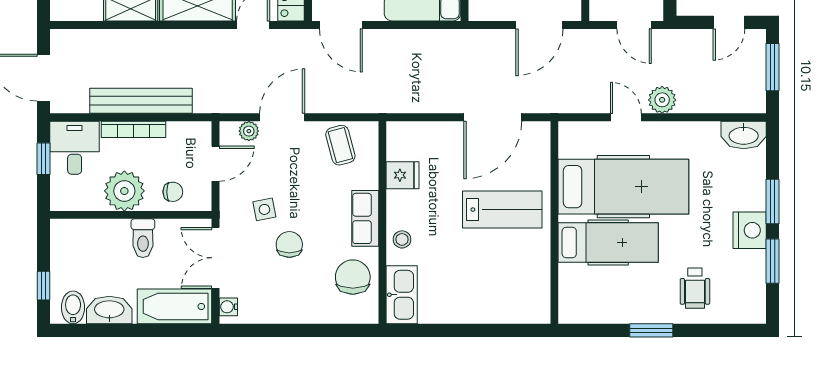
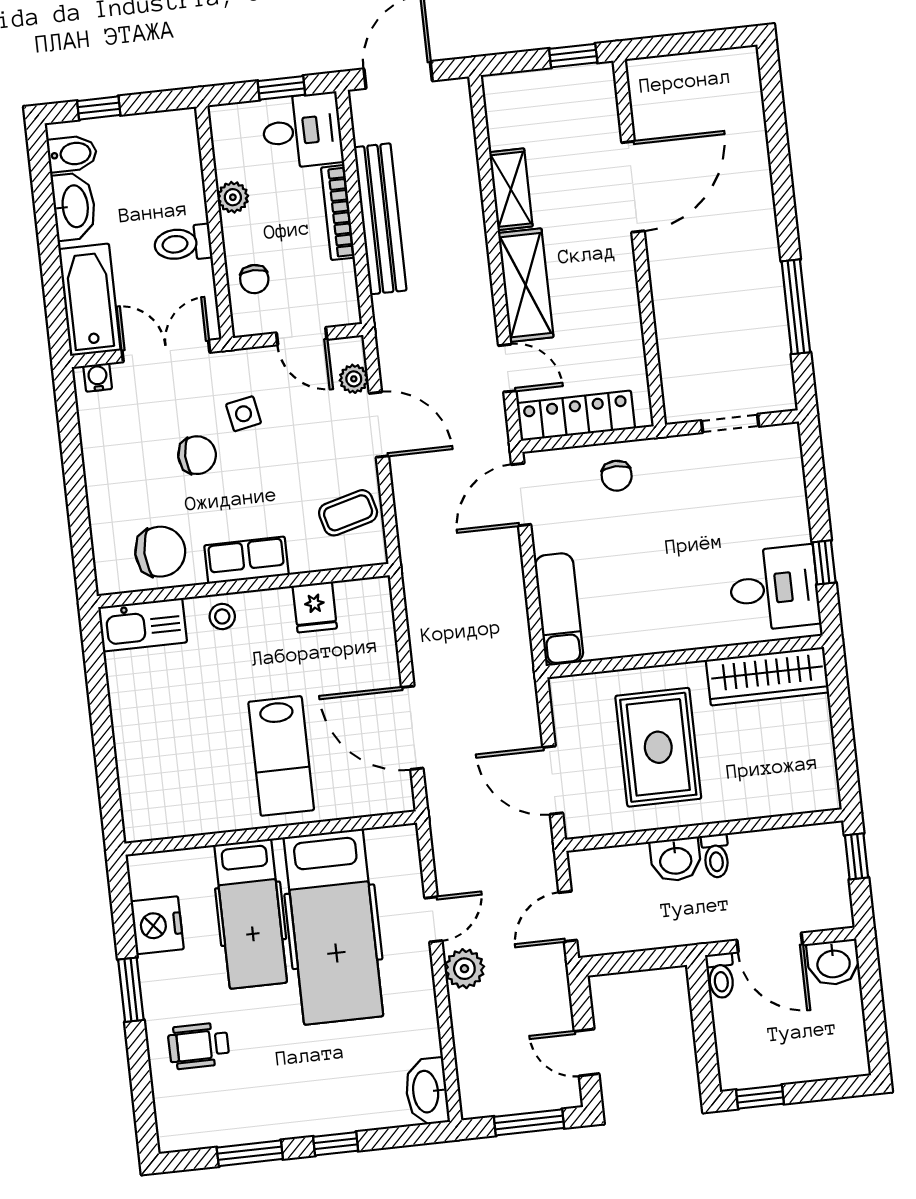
plant: (124, 191) -> (233, 197), width x0.53, depth x0.53
window: (773, 201) -> (336, 1144), width x0.67
nightstand: (750, 230) -> (157, 925), moved, turned 90

